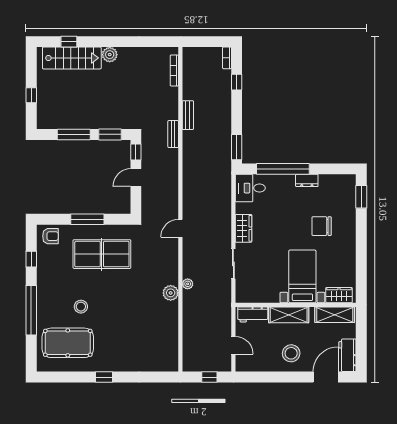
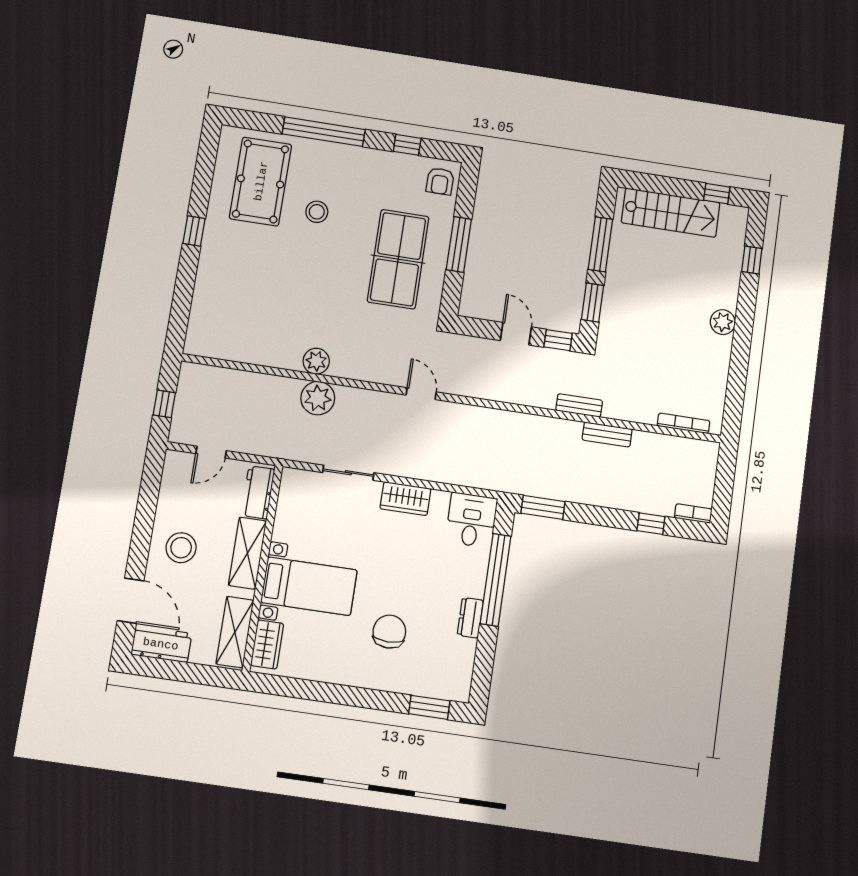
stairs: (72, 58) -> (671, 213), moved, turned -90
window: (31, 95) -> (717, 194), moved
plant: (188, 284) -> (318, 398), width x1.88, depth x1.88

